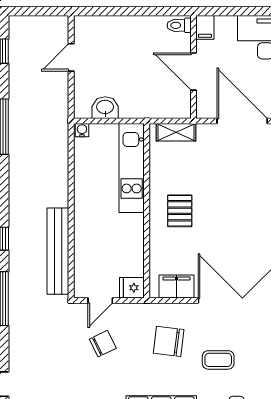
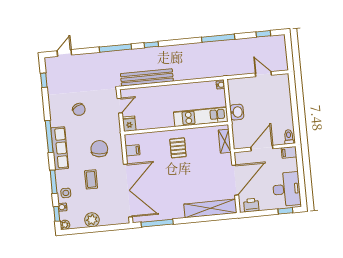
washbasin: (105, 108) -> (237, 112), moved
pallet: (180, 211) -> (178, 148), turned 90
filing cabinet: (177, 287) -> (133, 150), width x0.50
door: (100, 301) -> (120, 106), swing flipped
chair: (103, 344) -> (79, 109), moved

